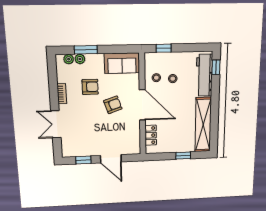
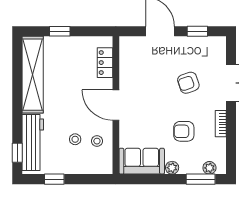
window: (164, 48) -> (54, 179), moved
window: (86, 50) -> (201, 179), moved
plant: (80, 59) -> (172, 168), moved
armchair: (113, 105) -> (188, 83), moved
door: (142, 105) -> (116, 105), width x0.73

